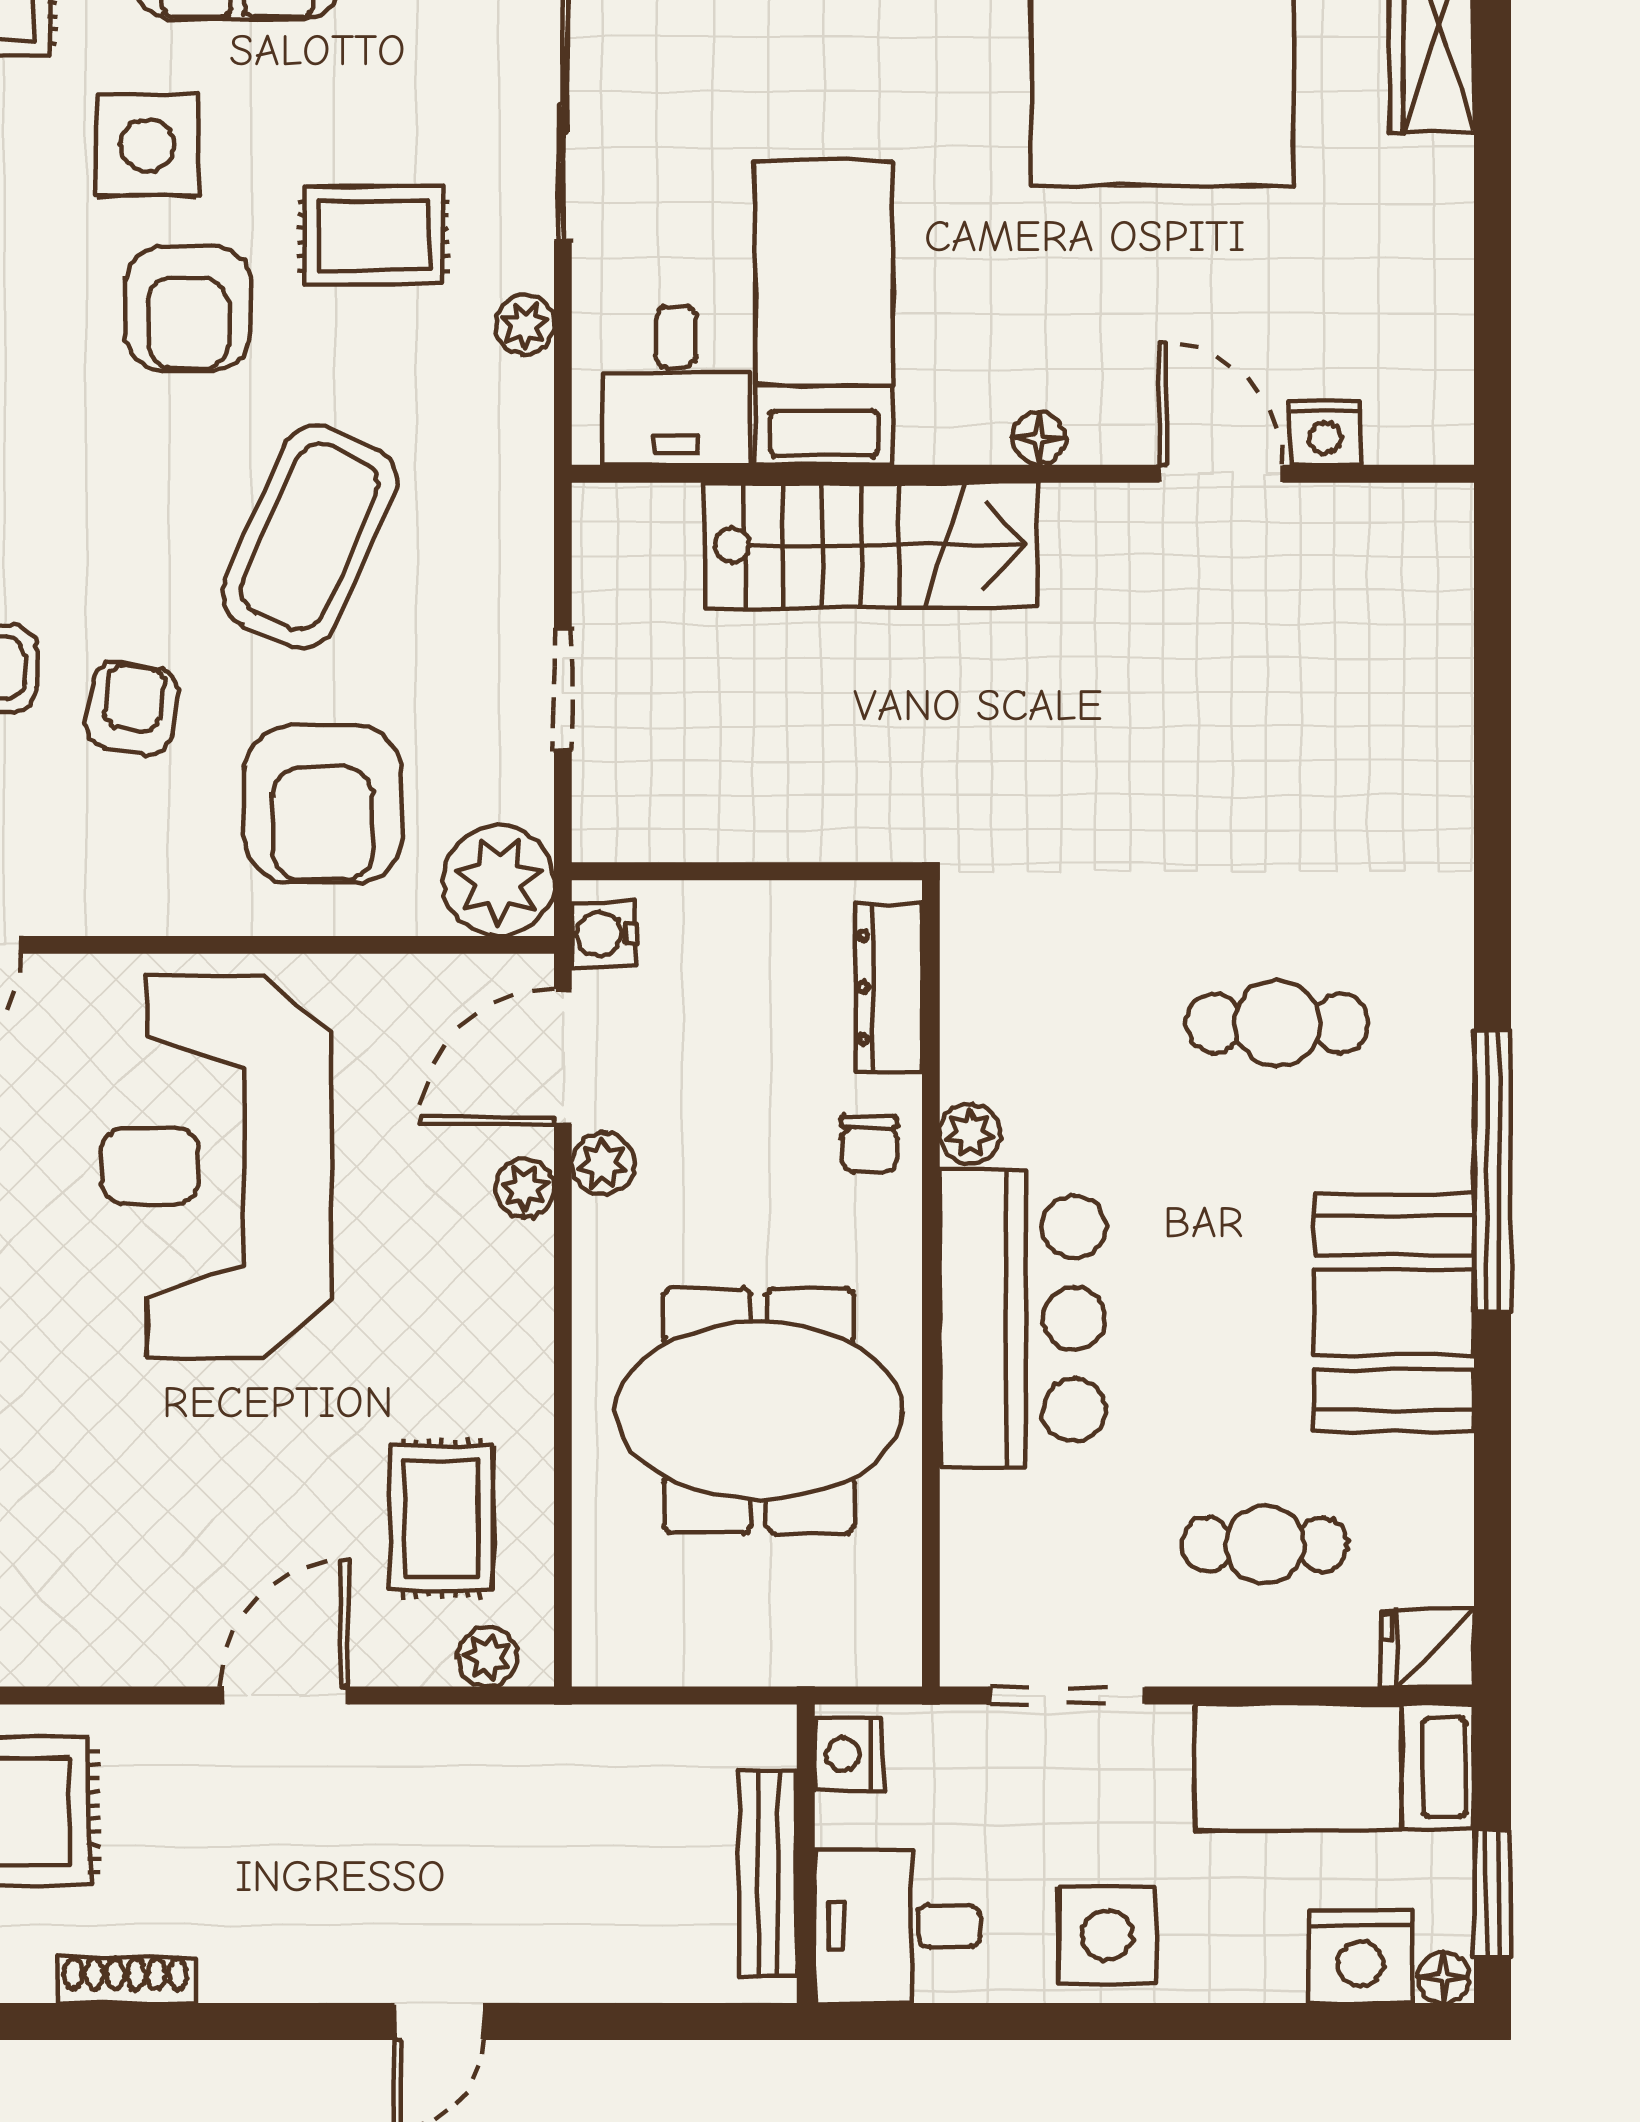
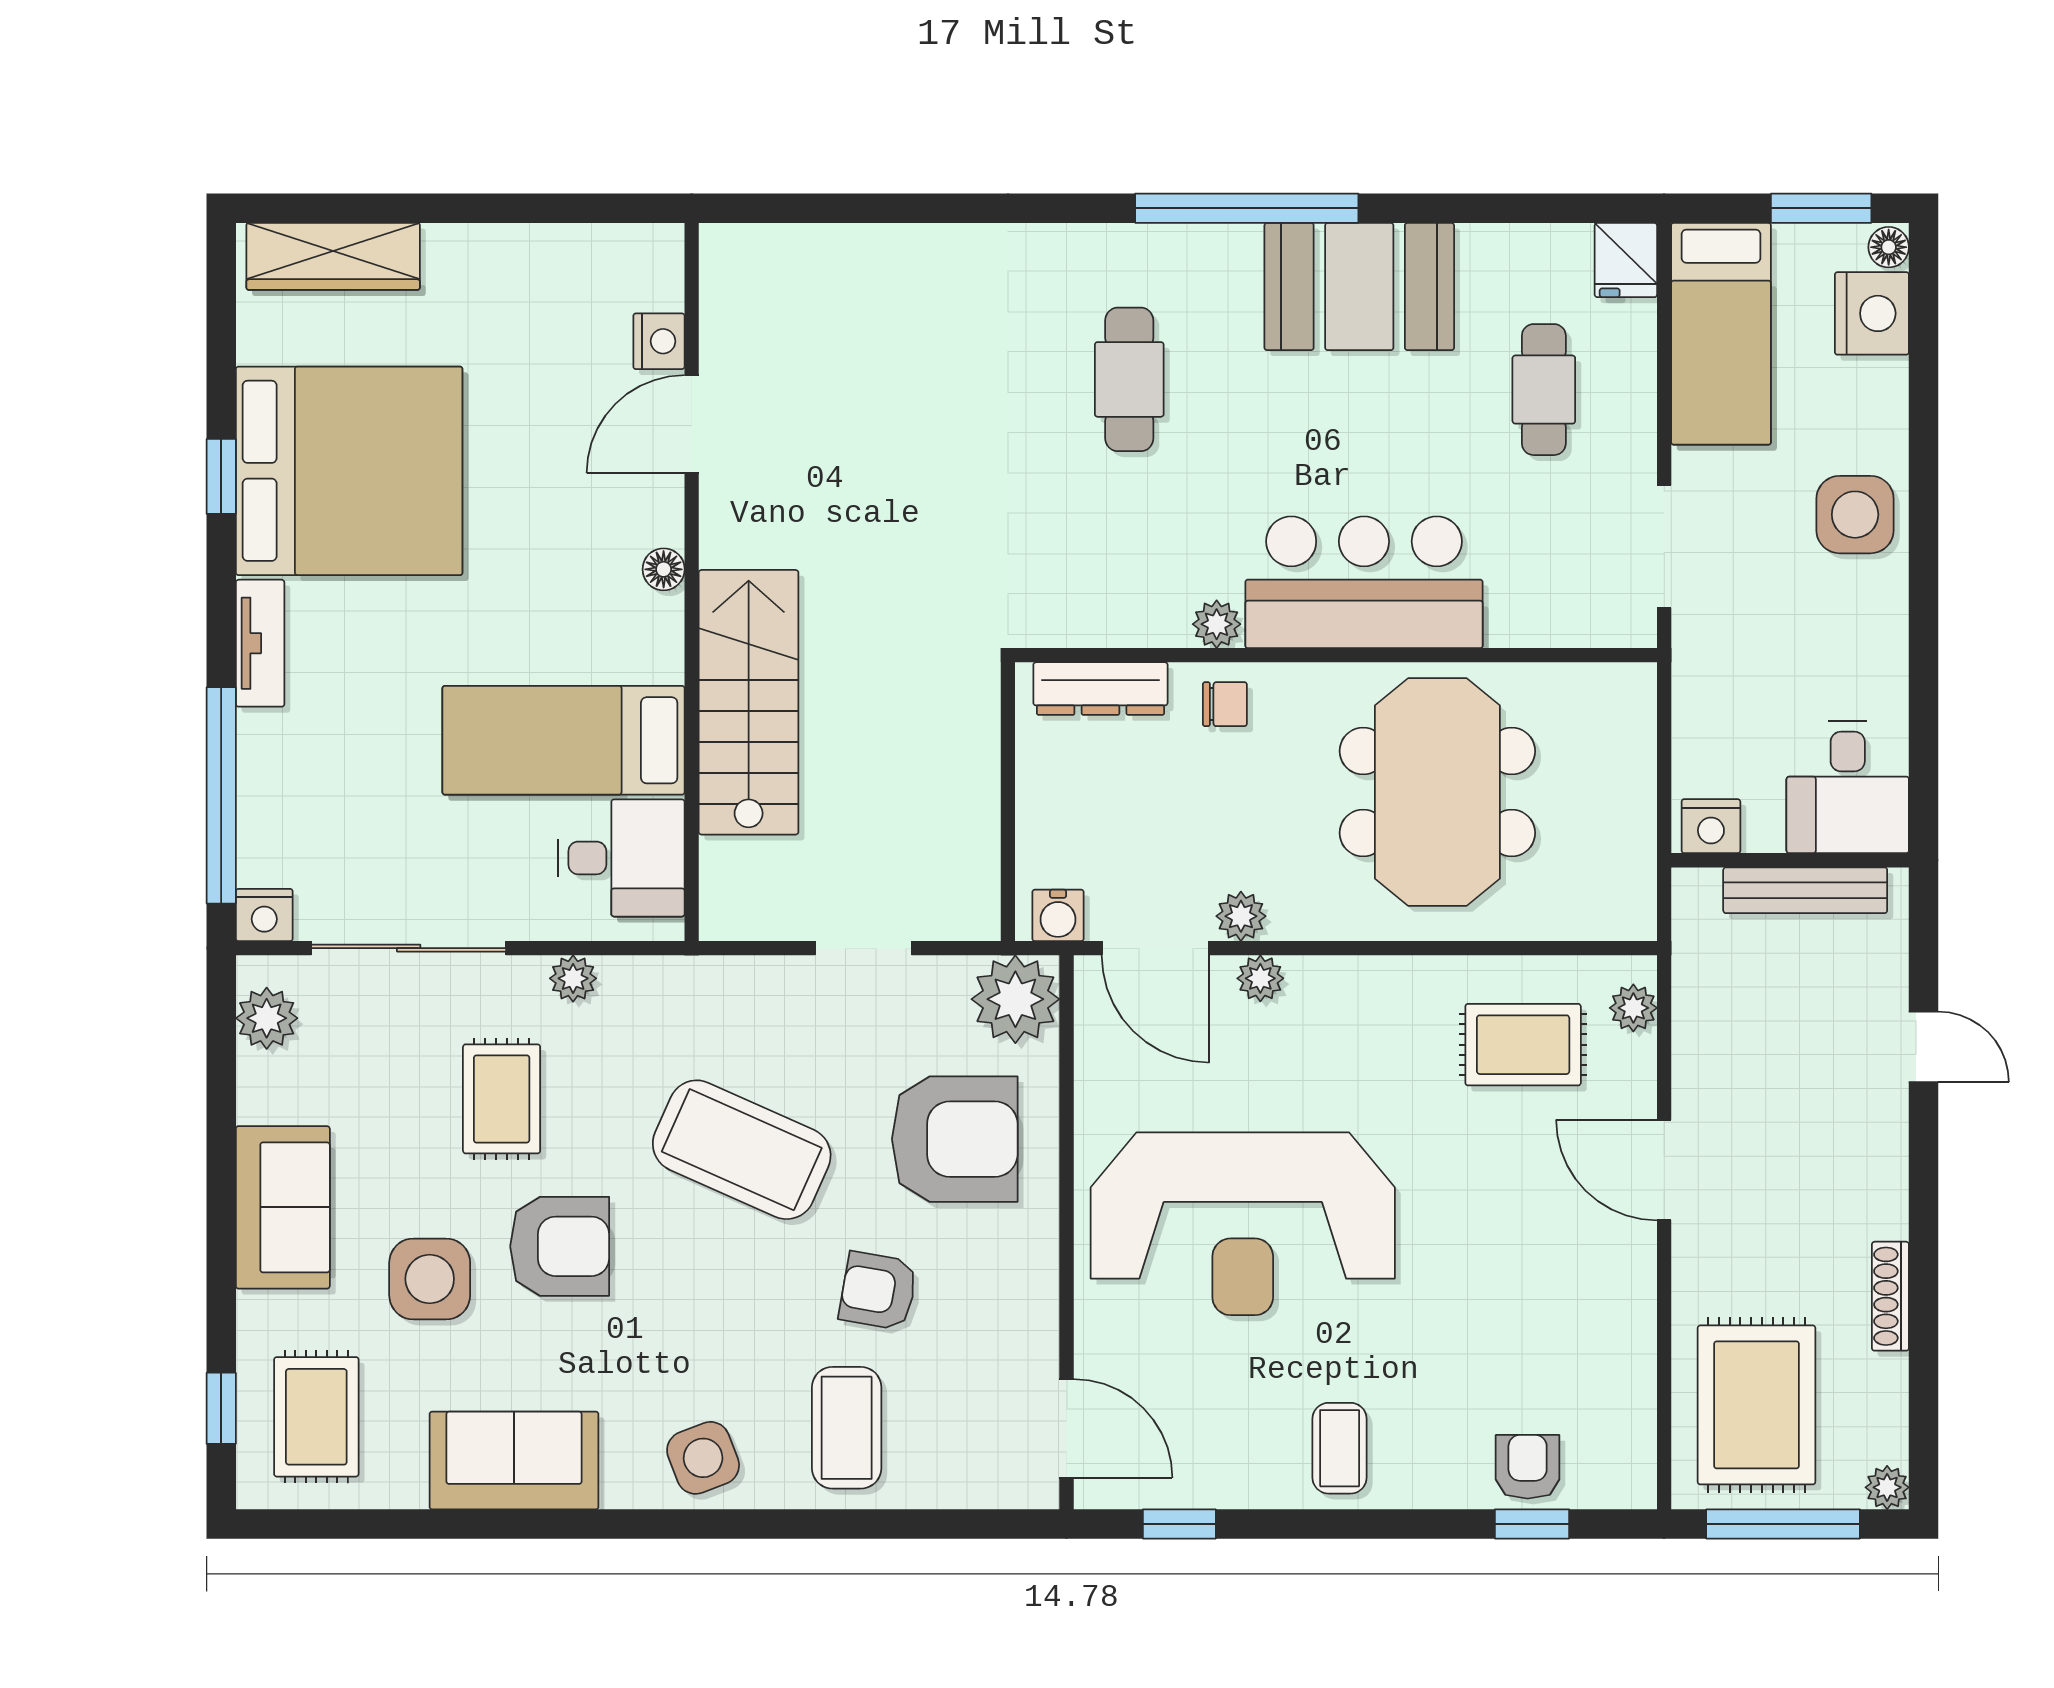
nightstand: (849, 1754) -> (1711, 826), moved
wall: (806, 1854) -> (1790, 860), moved
bench: (768, 1873) -> (1805, 890), moved
desk: (898, 1926) -> (1848, 787), moved

